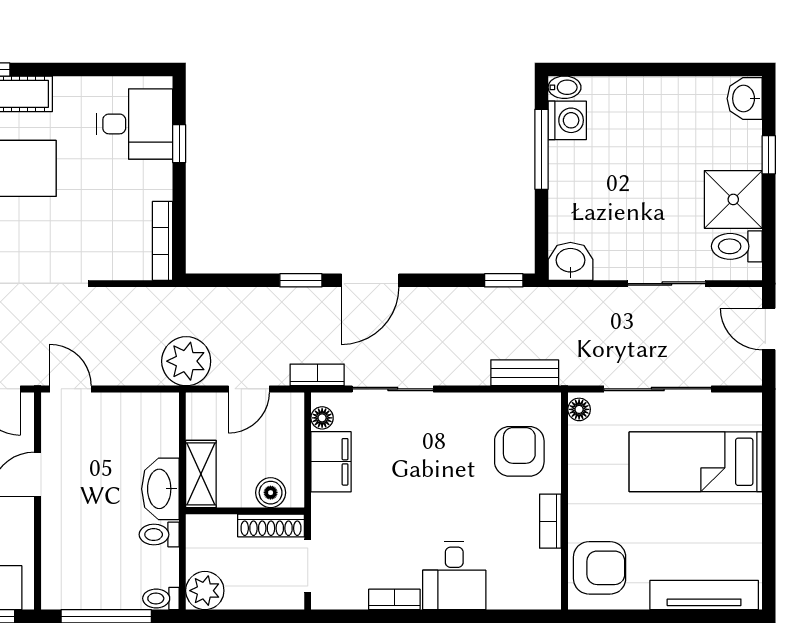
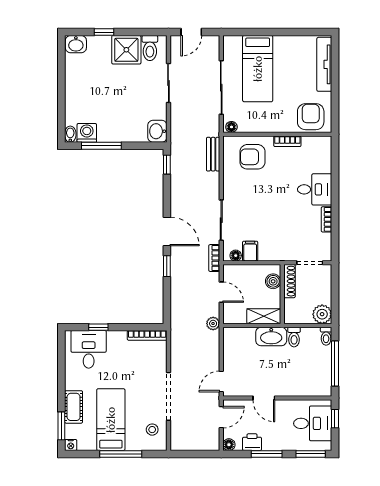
plant: (186, 361) -> (213, 324), width x0.53, depth x0.53
filing cabinet: (331, 462) -> (250, 251), width x0.50

